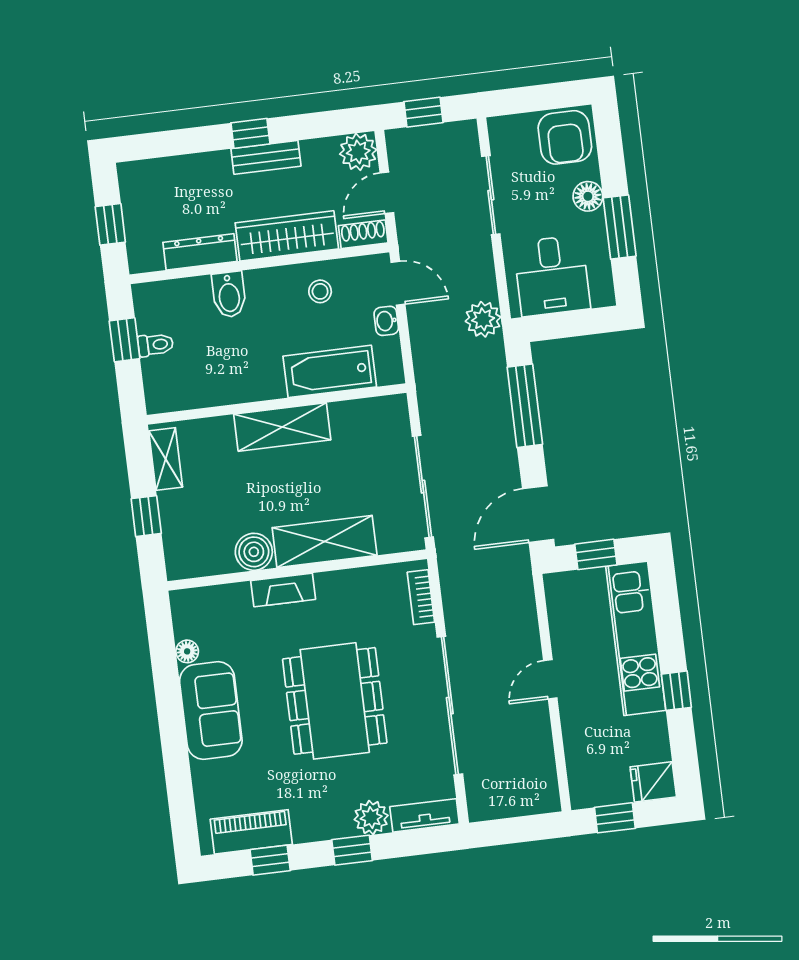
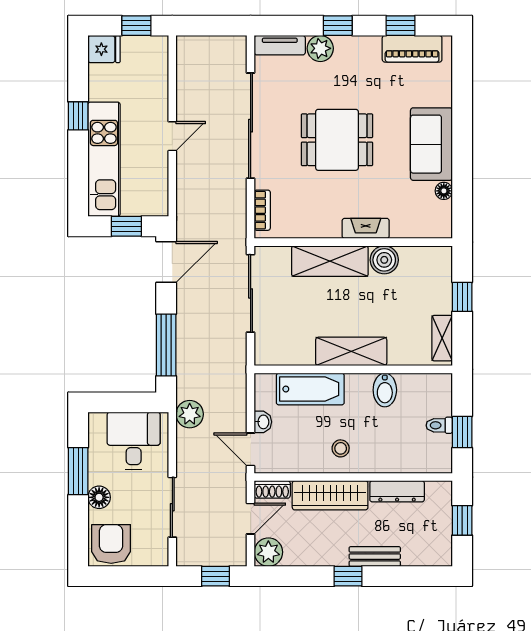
bench: (266, 157) -> (375, 557), moved
stool: (320, 291) -> (341, 448), moved
bidet: (229, 294) -> (385, 390), moved, turned 180
dining table: (335, 701) -> (337, 140), width x0.73

